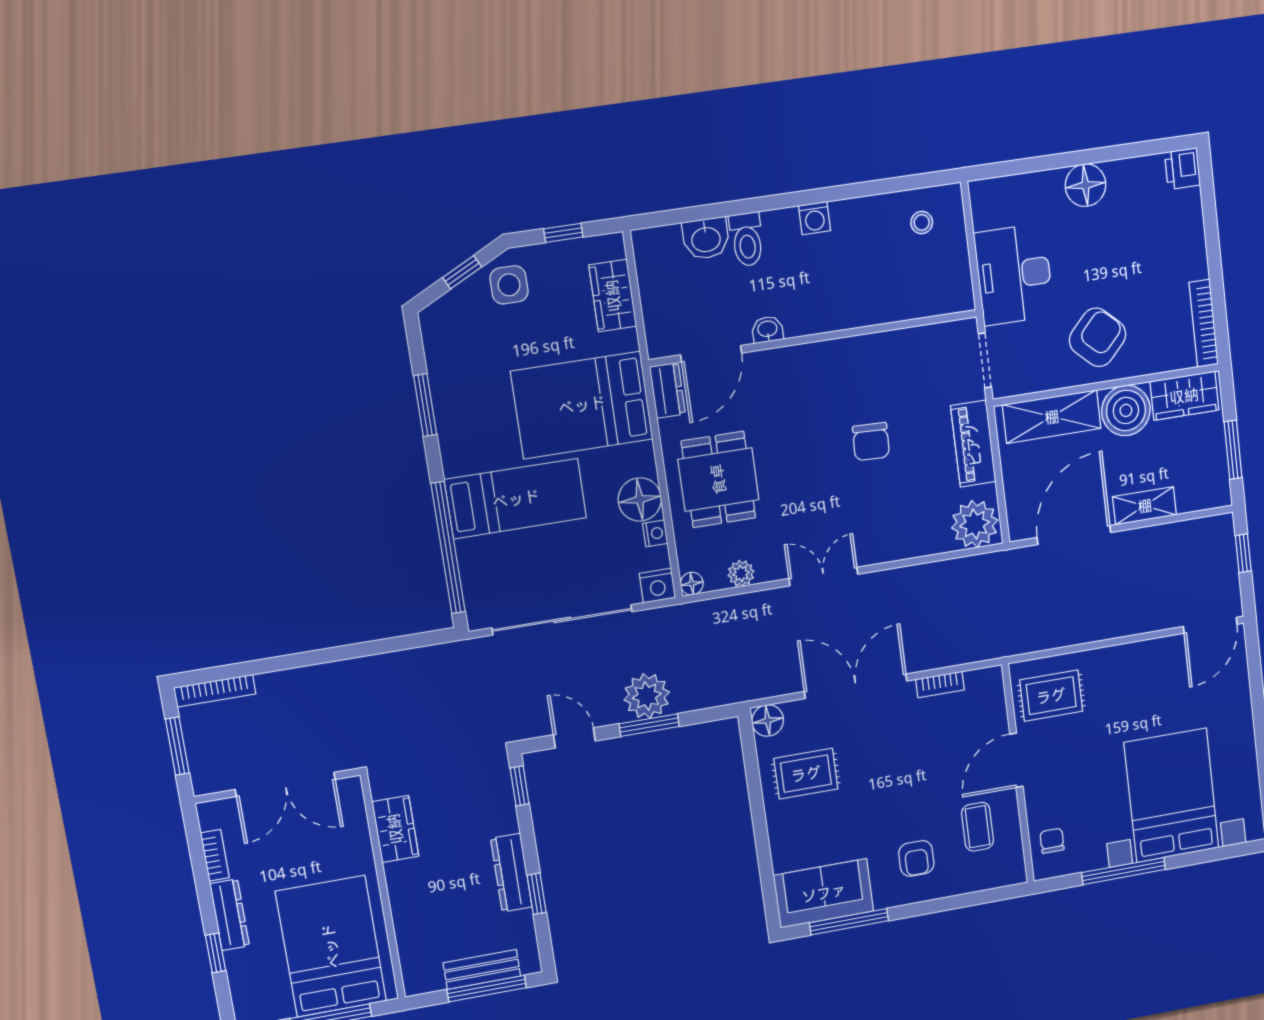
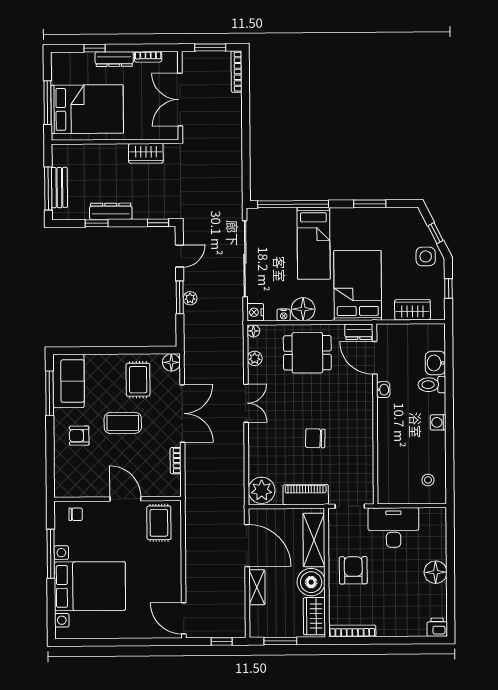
armchair: (1098, 337) -> (353, 570), turned -133
plant: (647, 696) -> (190, 298), width x0.53, depth x0.53
coffee table: (978, 827) -> (123, 423), moved, width x1.36, depth x1.30

